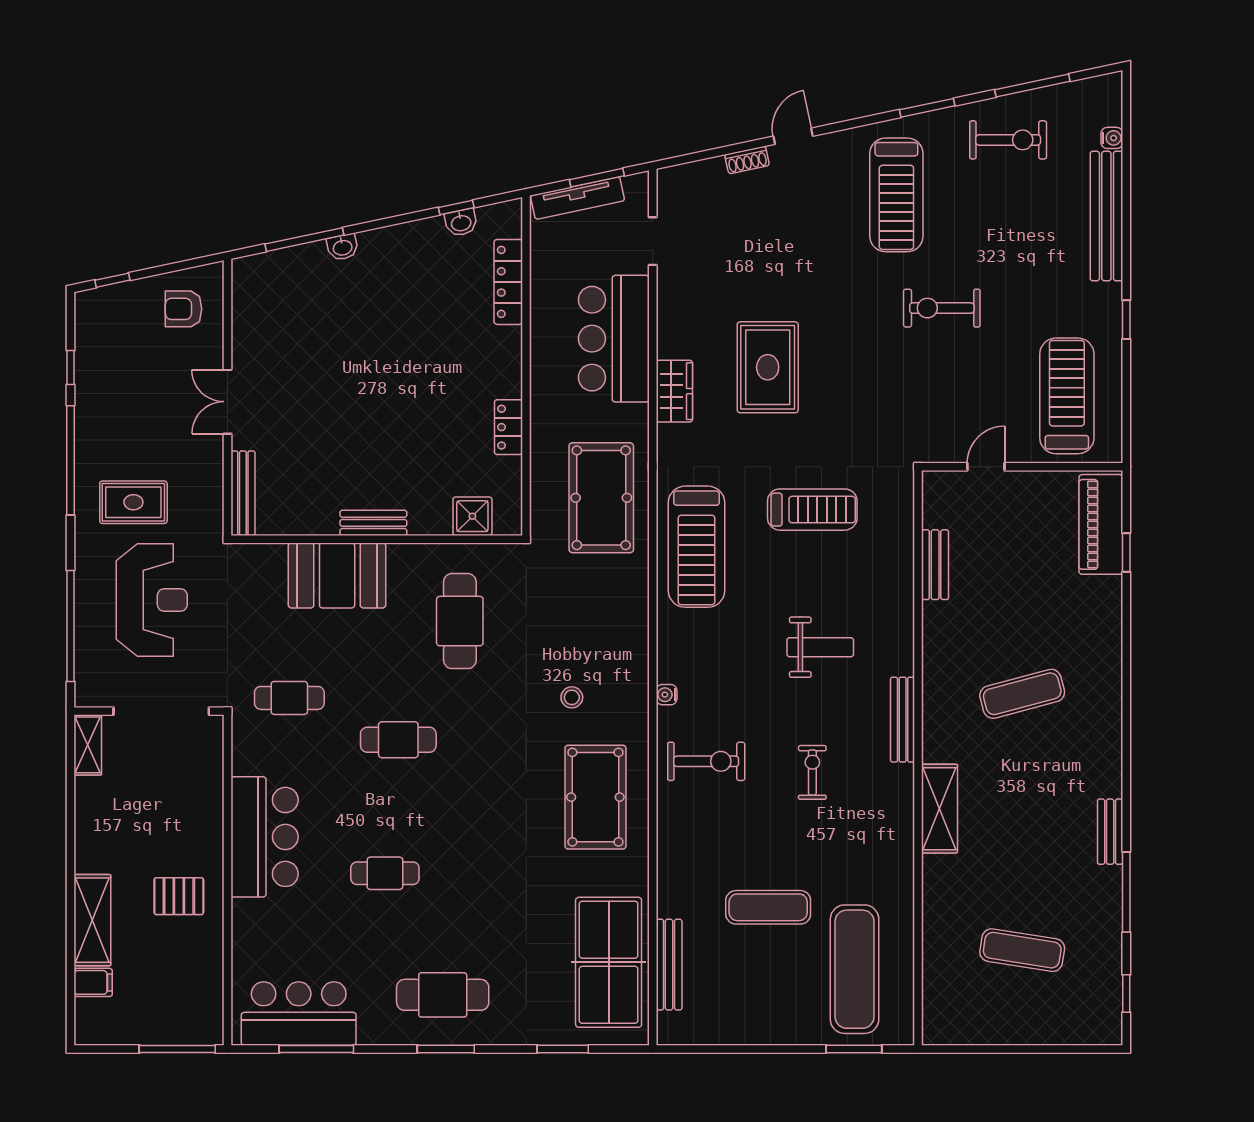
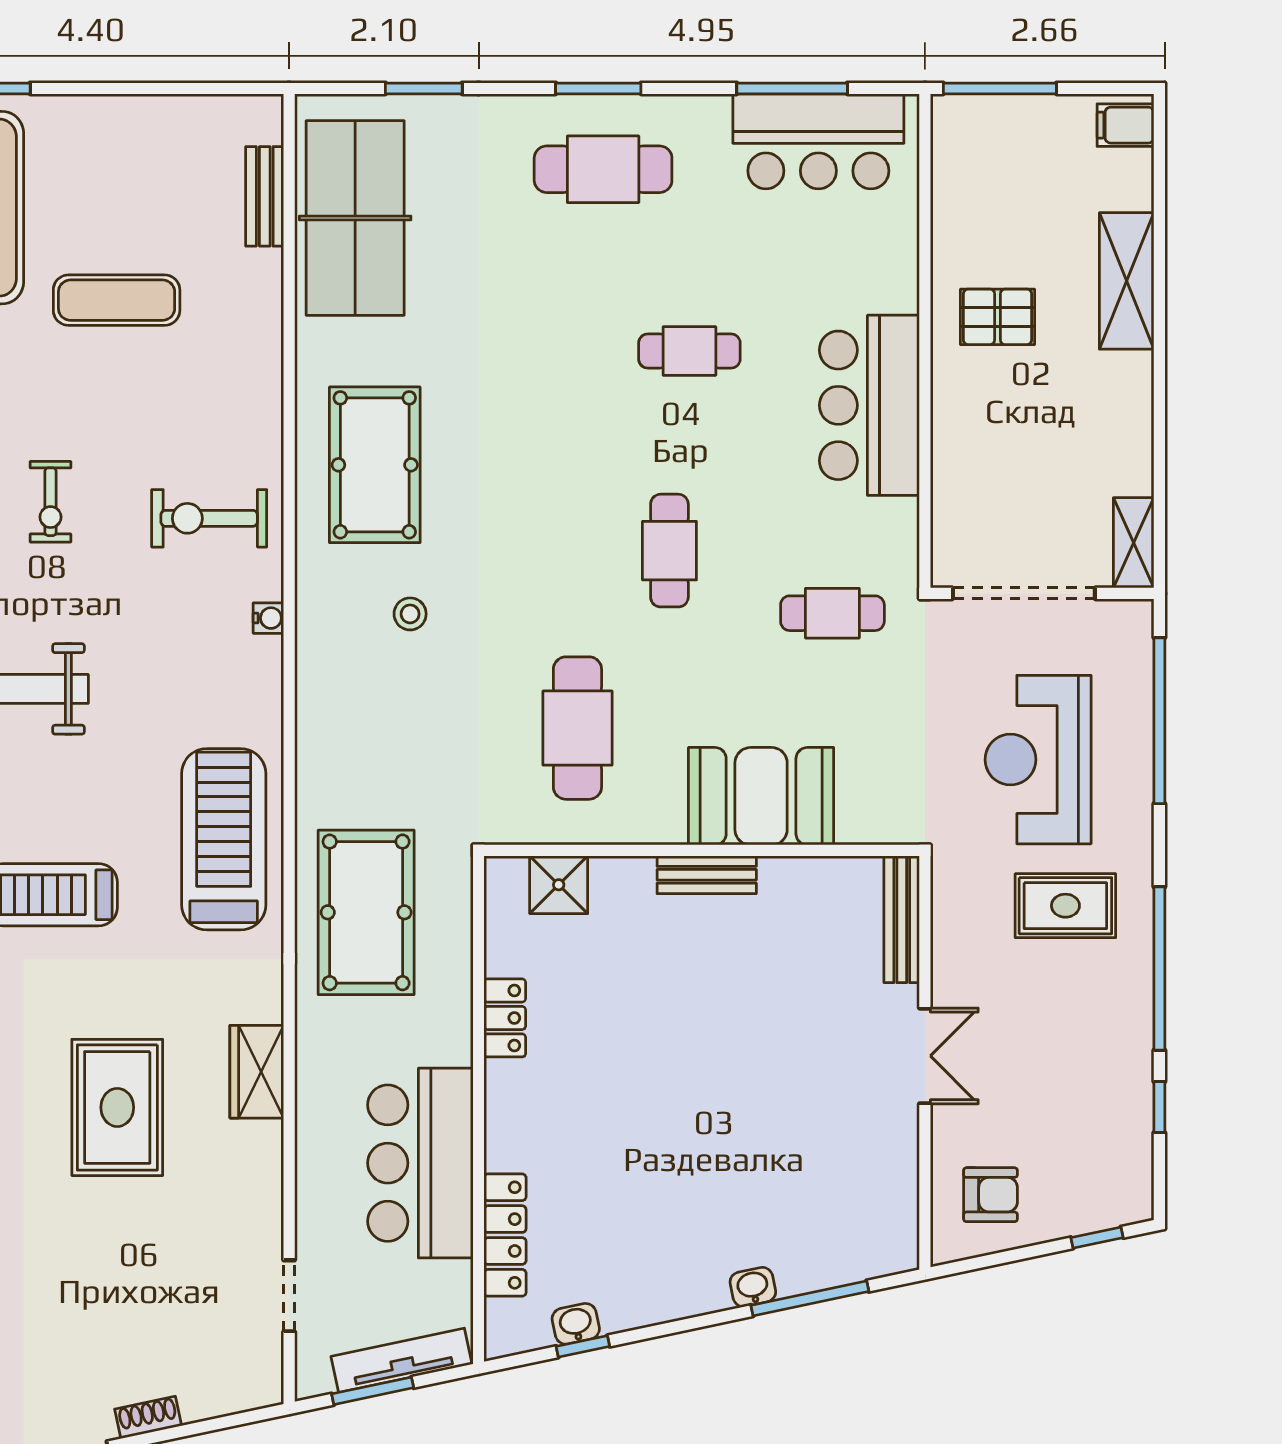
bar counter: (614, 339) -> (420, 1163), moved, turned 180
cafe table: (398, 740) -> (669, 551), turned 90
bench: (669, 965) -> (265, 196), width x0.73
filing cabinet: (93, 982) -> (1126, 125), moved

